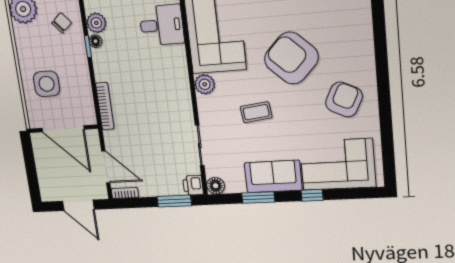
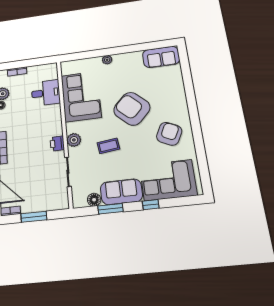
plant: (205, 84) -> (74, 140), moved
printer: (193, 185) -> (57, 143), moved
floor lamp: (216, 186) -> (94, 200), moved
window: (174, 201) -> (34, 217), moved

